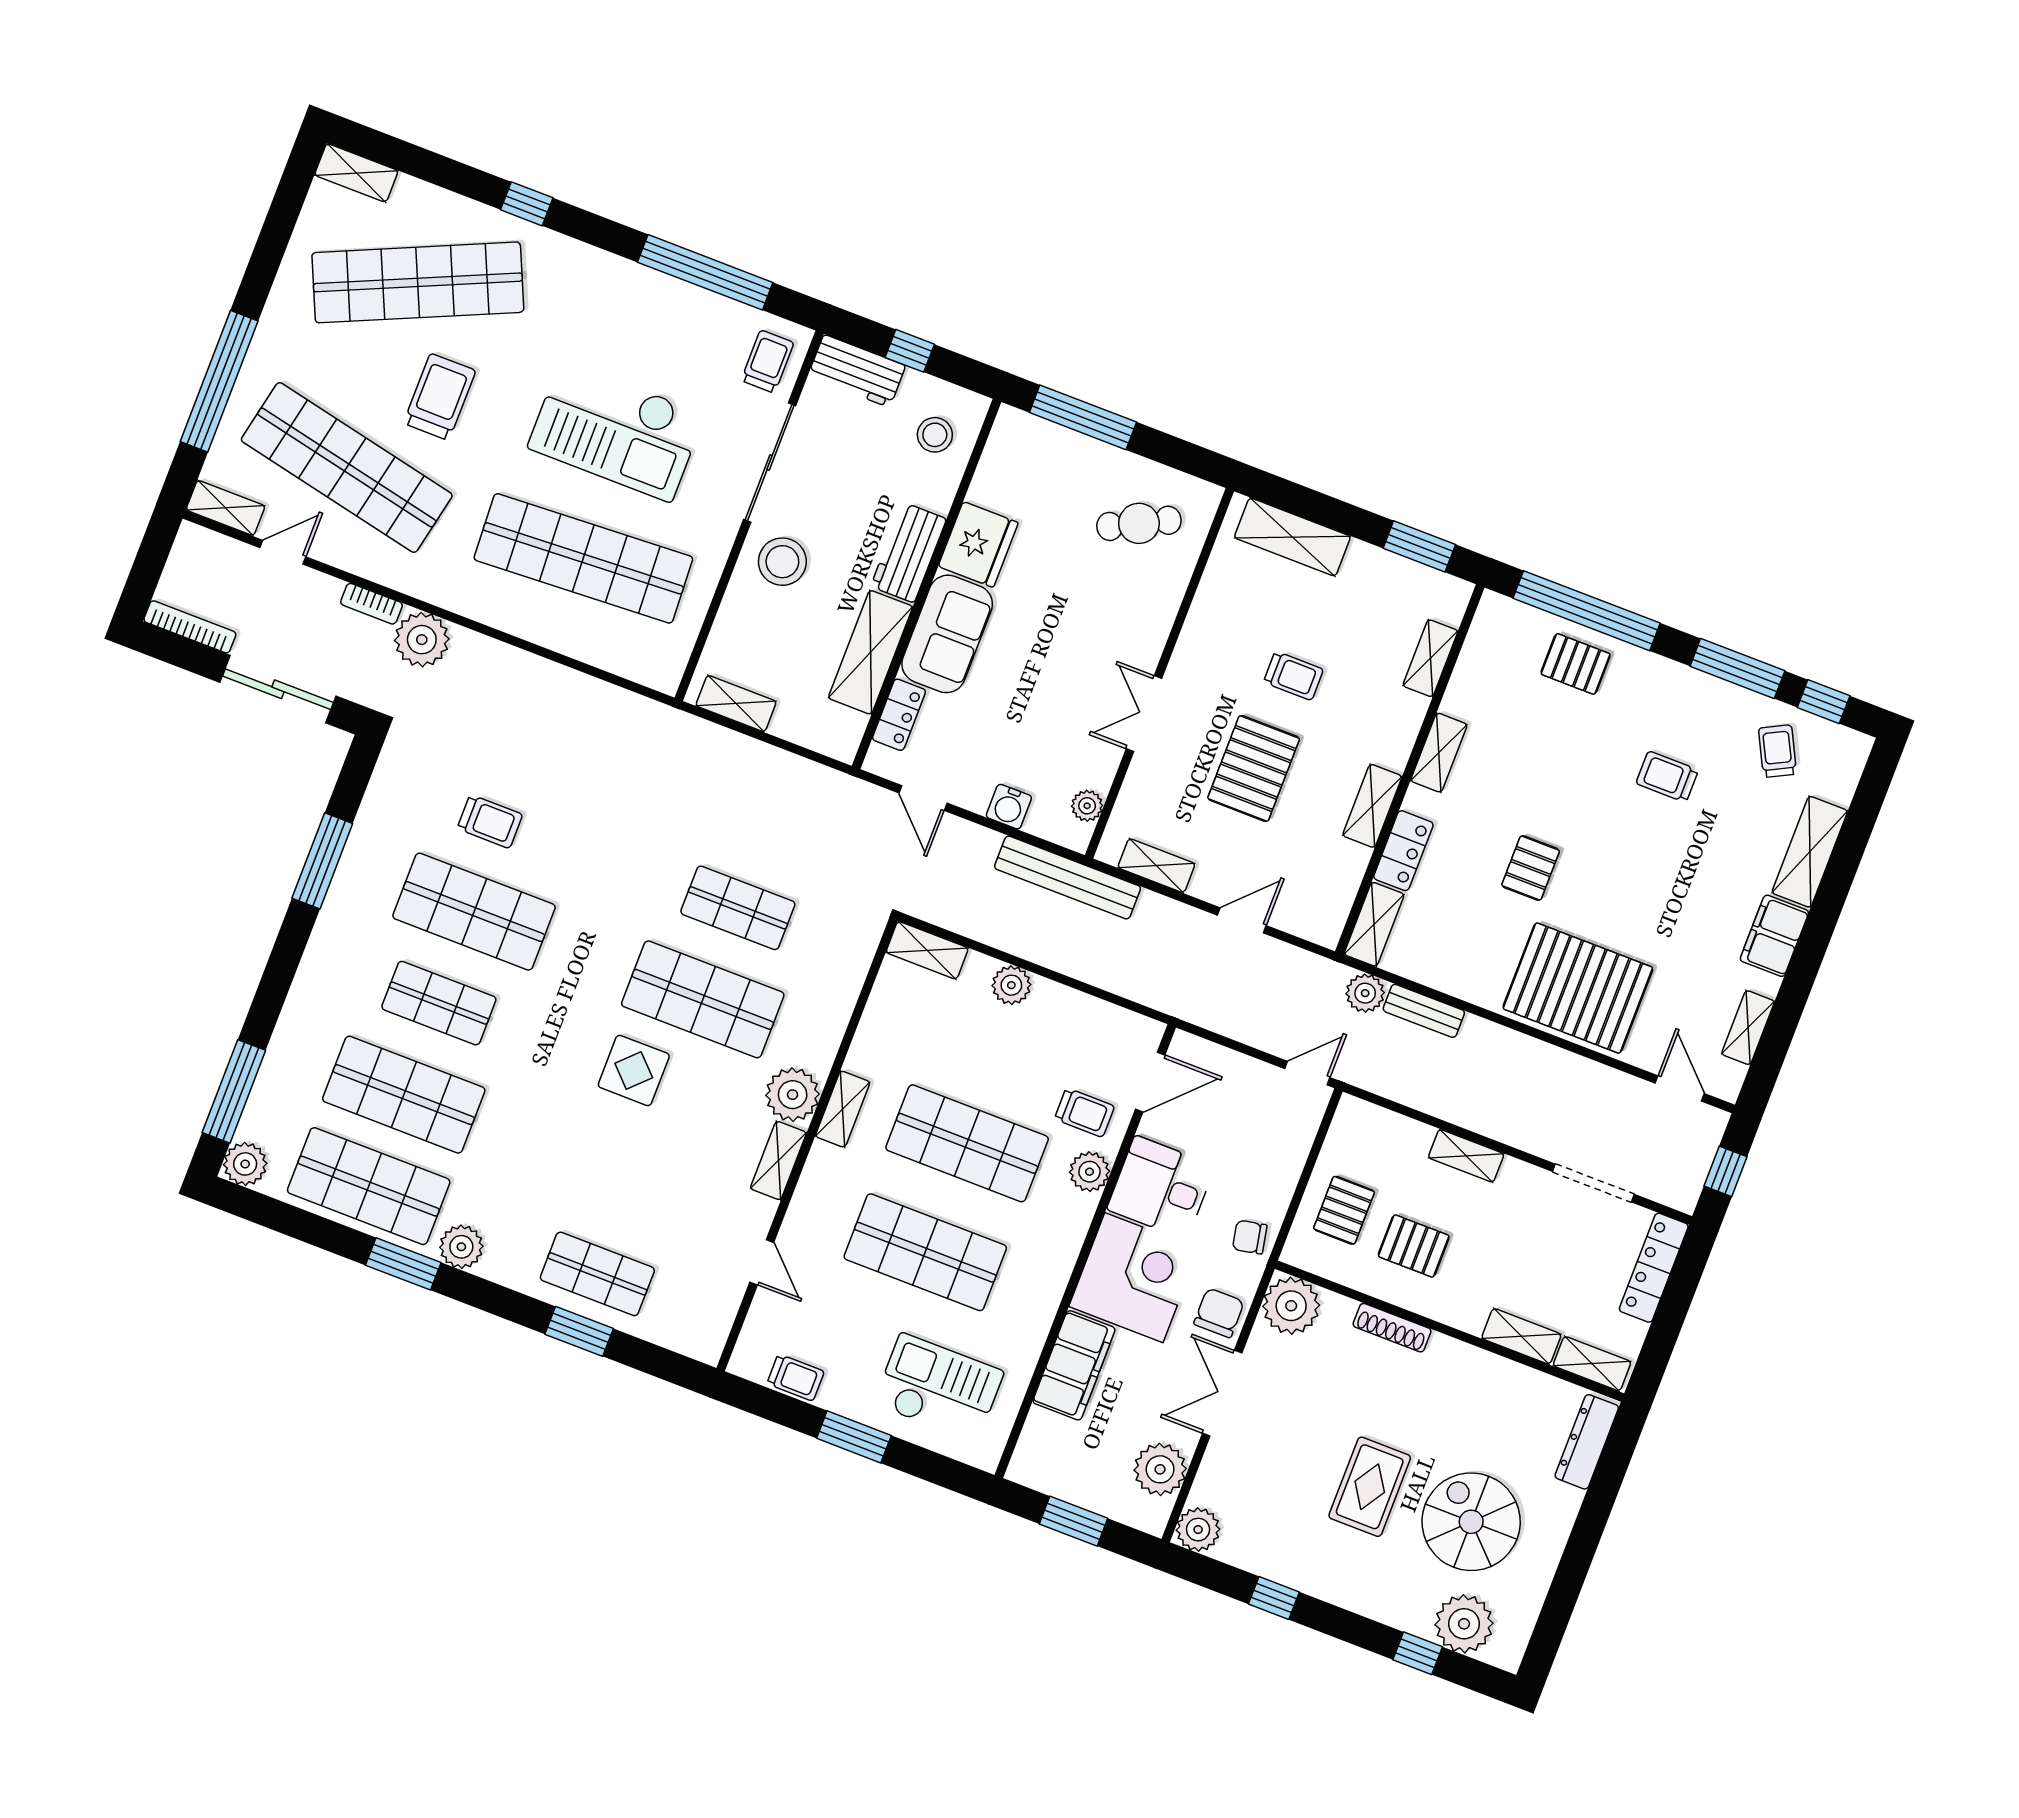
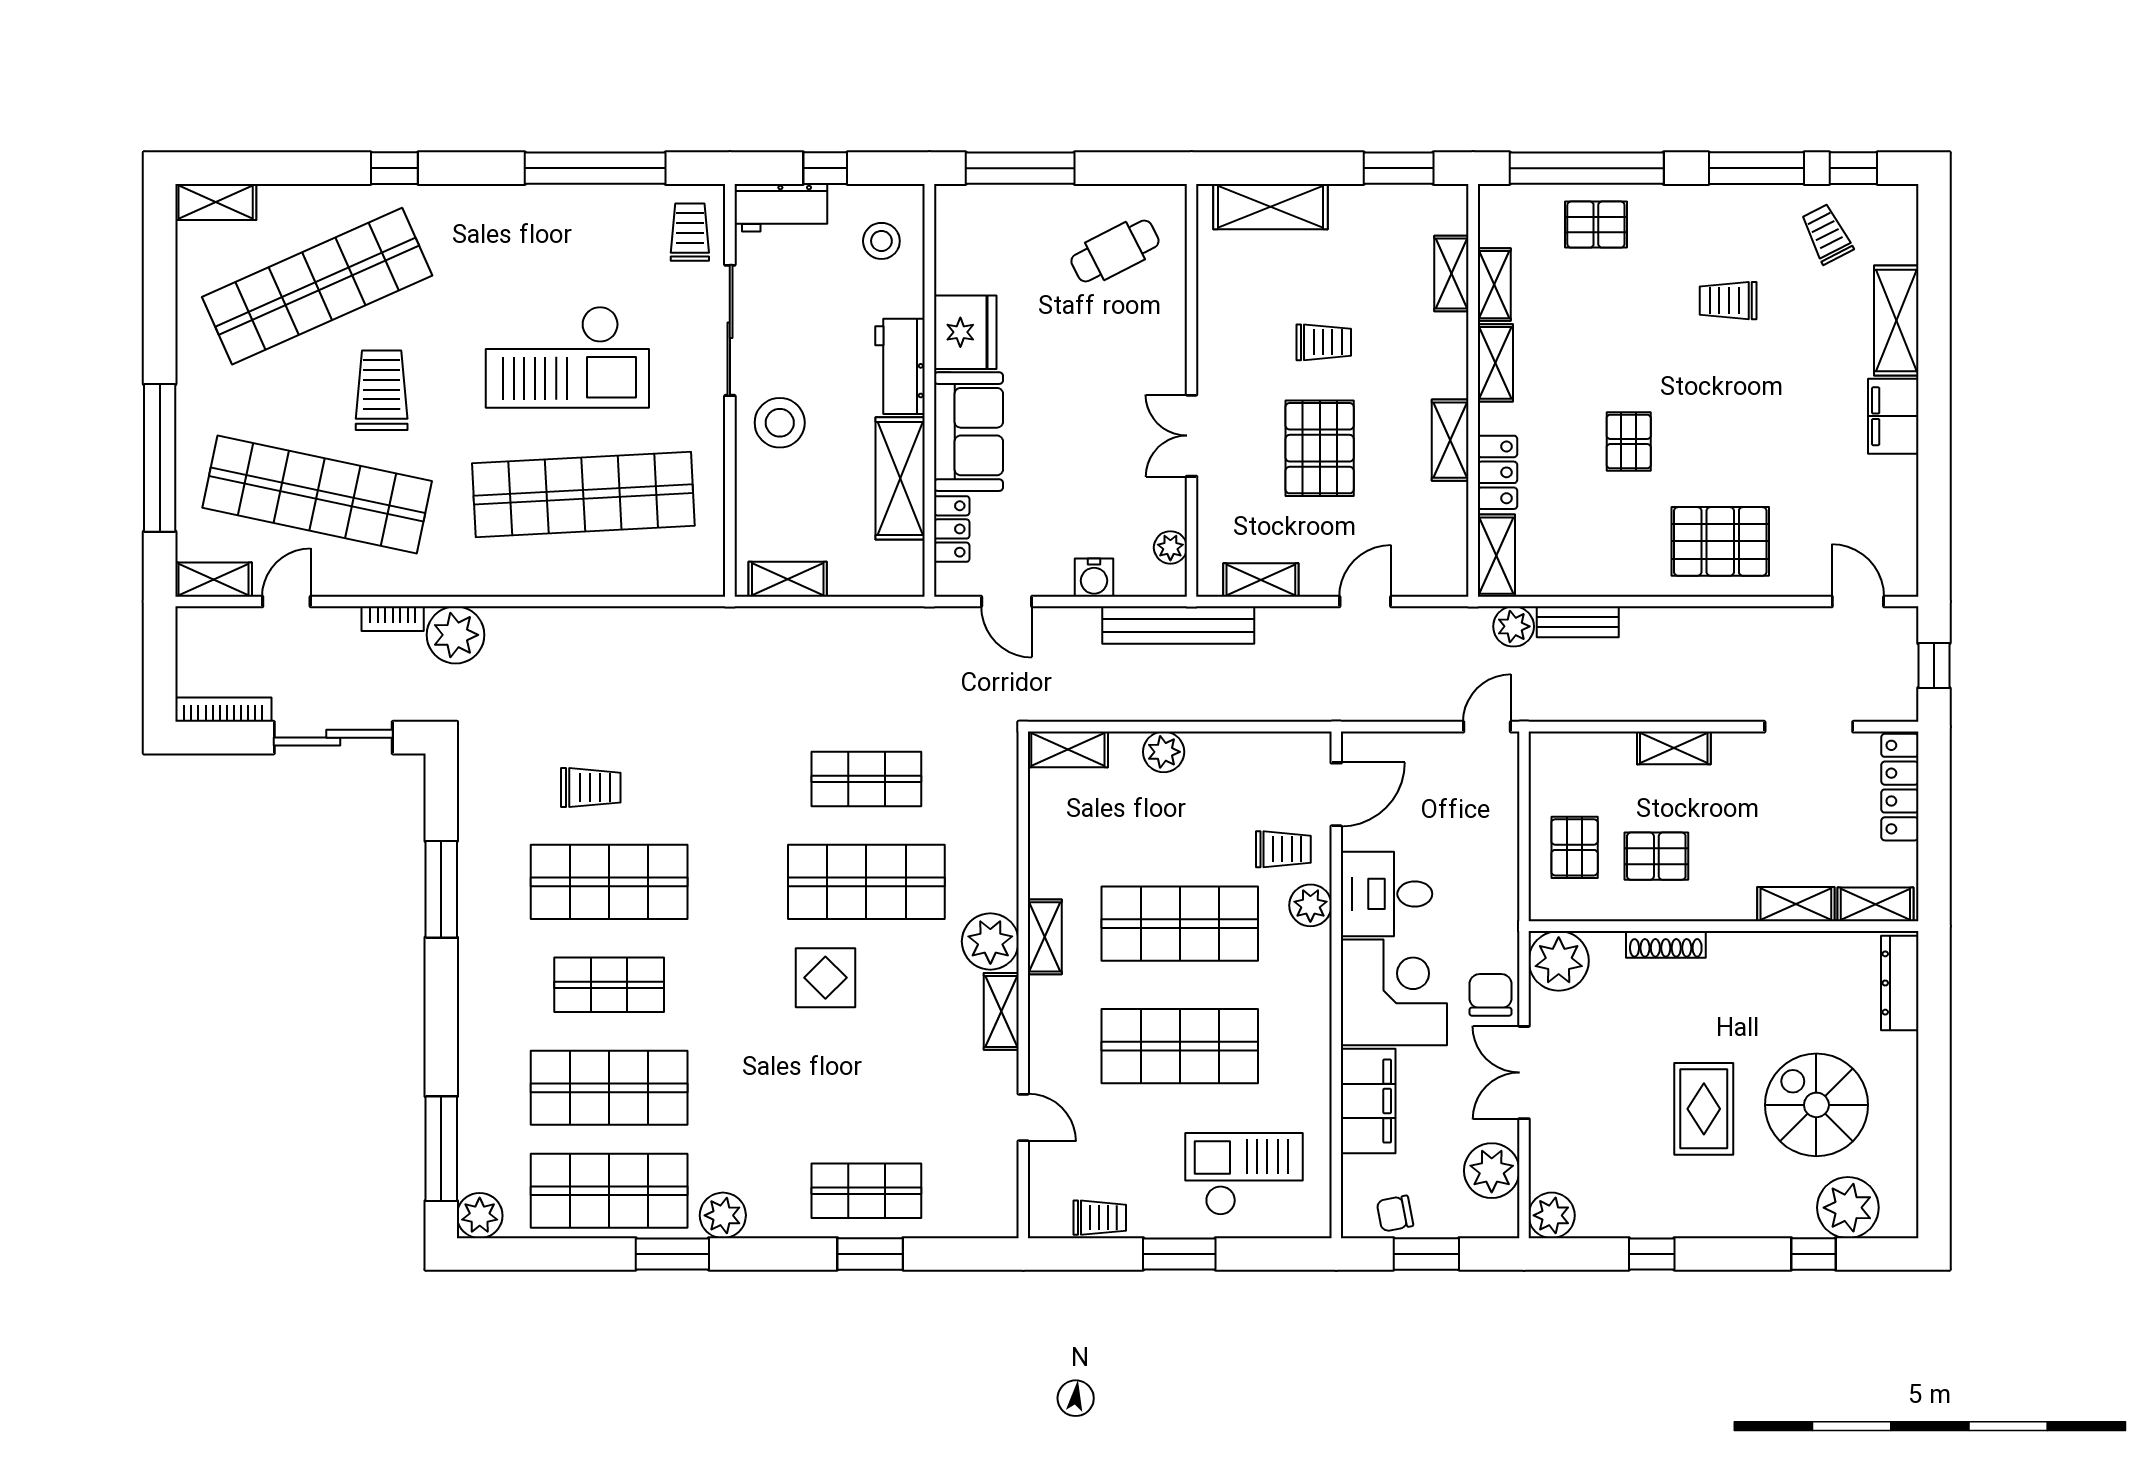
pallet: (1578, 988) -> (1720, 541), width x0.73, depth x0.71
shelving: (1748, 1028) -> (1494, 285), moved
chair: (1250, 1237) -> (1395, 1214), moved

